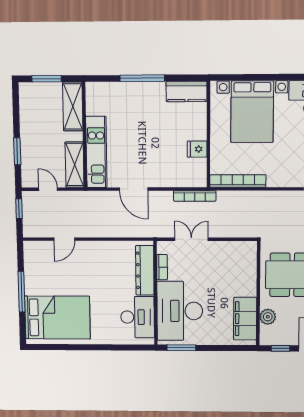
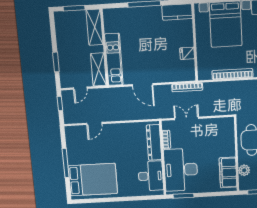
bookcase: (238, 181) -> (232, 74), moved
door: (48, 189) -> (80, 88), swing flipped

